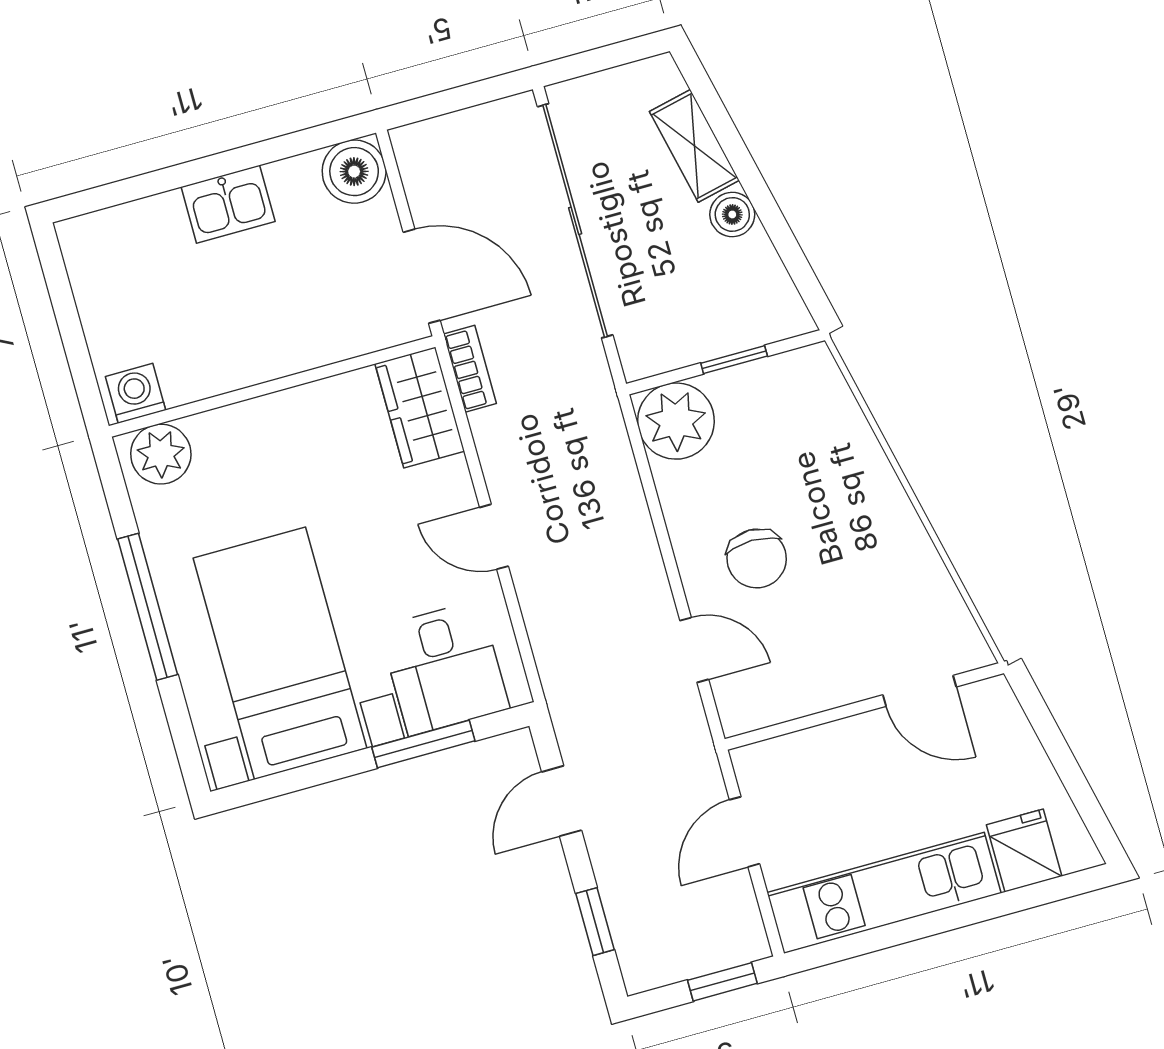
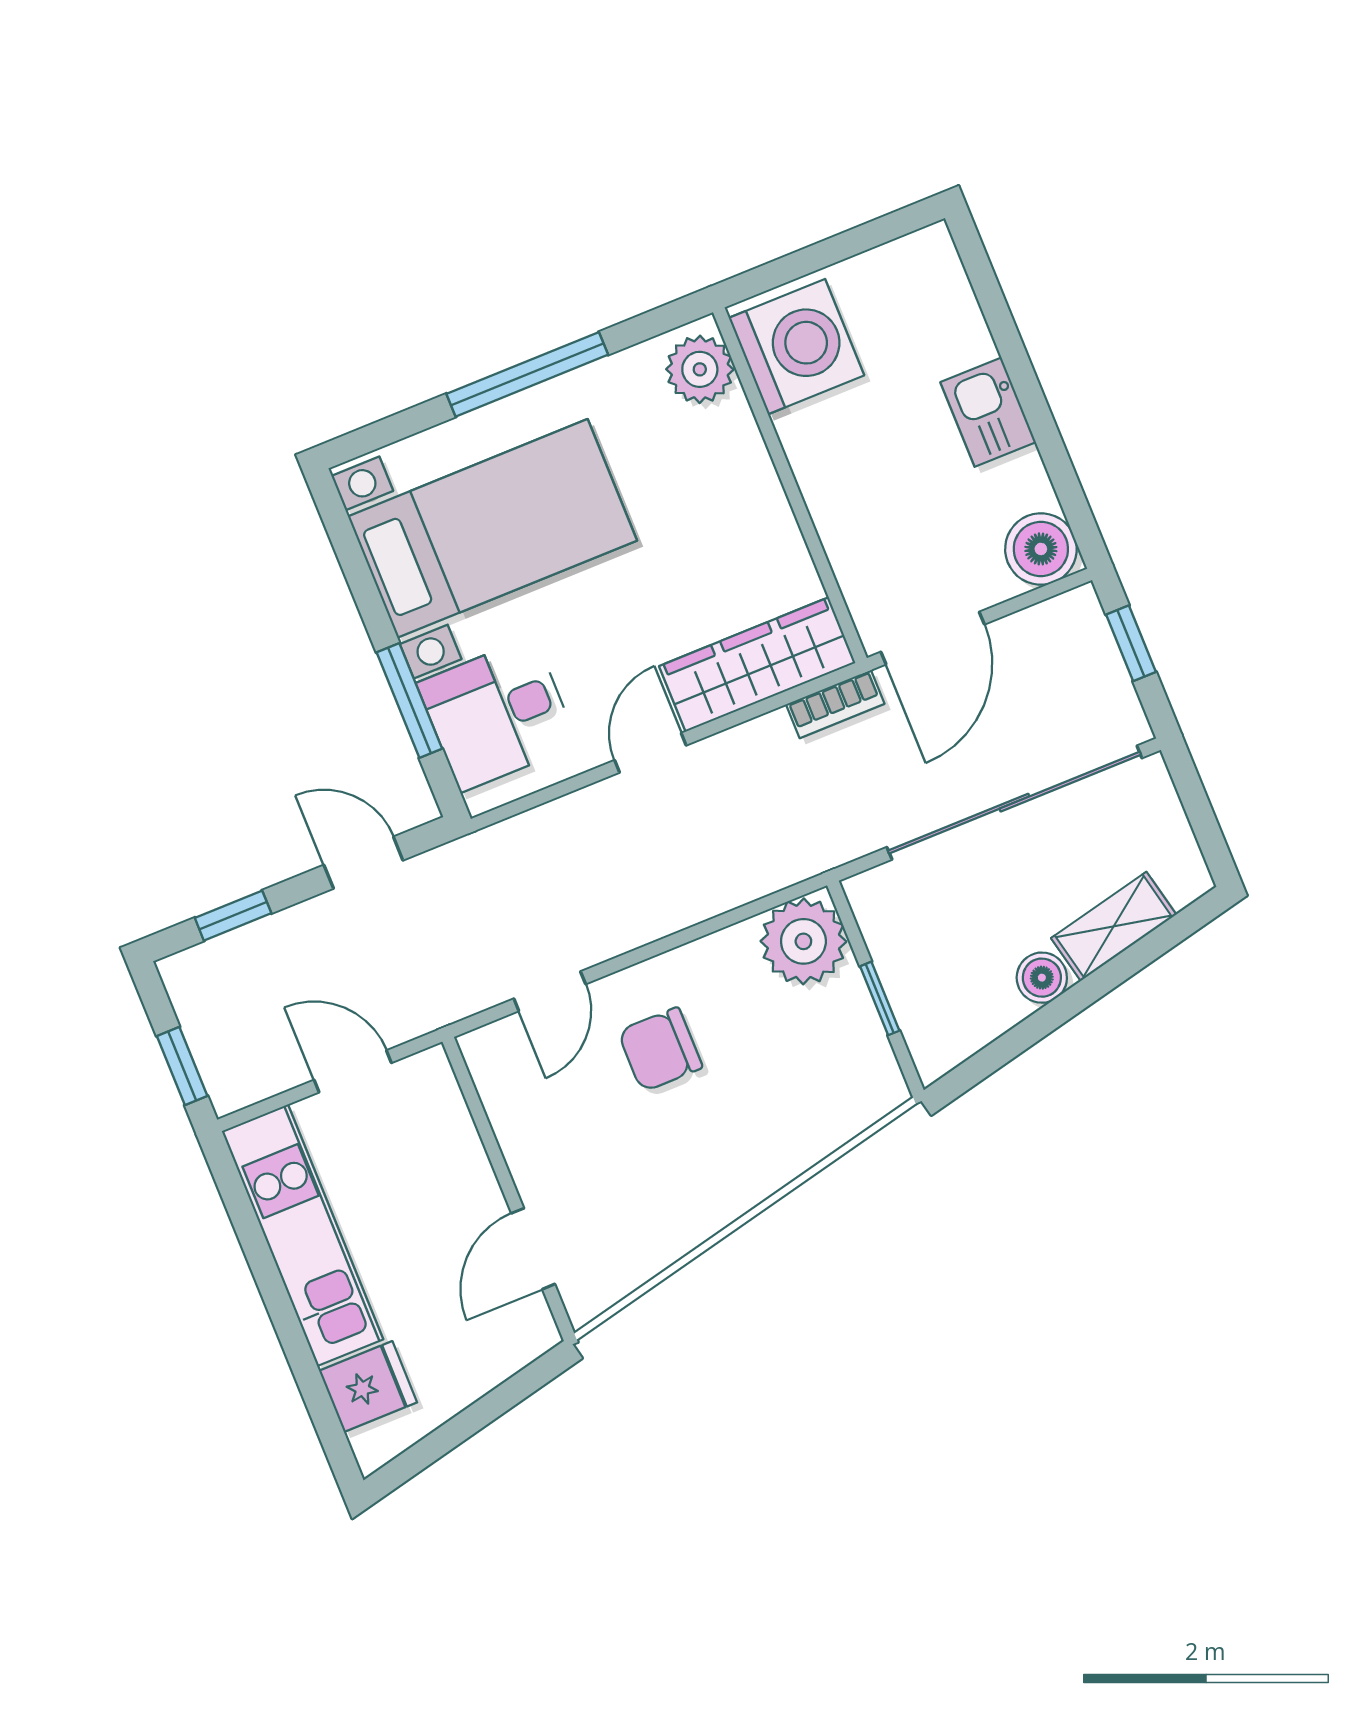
window: (447, 102) -> (1131, 643), added
washing machine: (136, 393) -> (796, 347), width x1.89, depth x1.89
wardrobe: (420, 407) -> (757, 665), width x1.50

